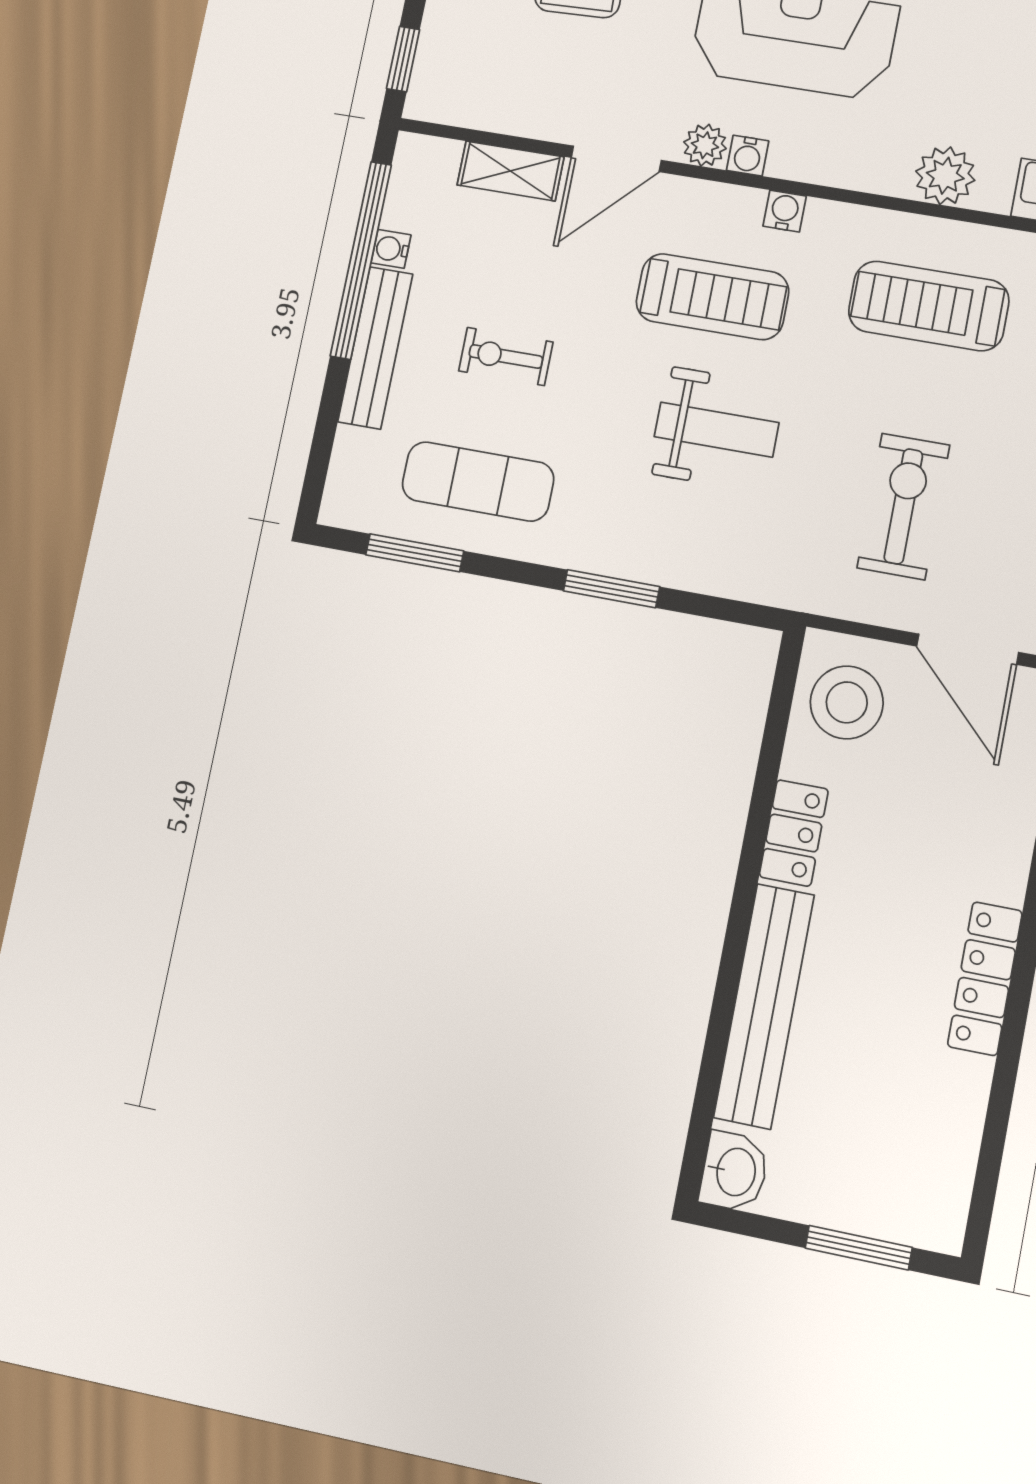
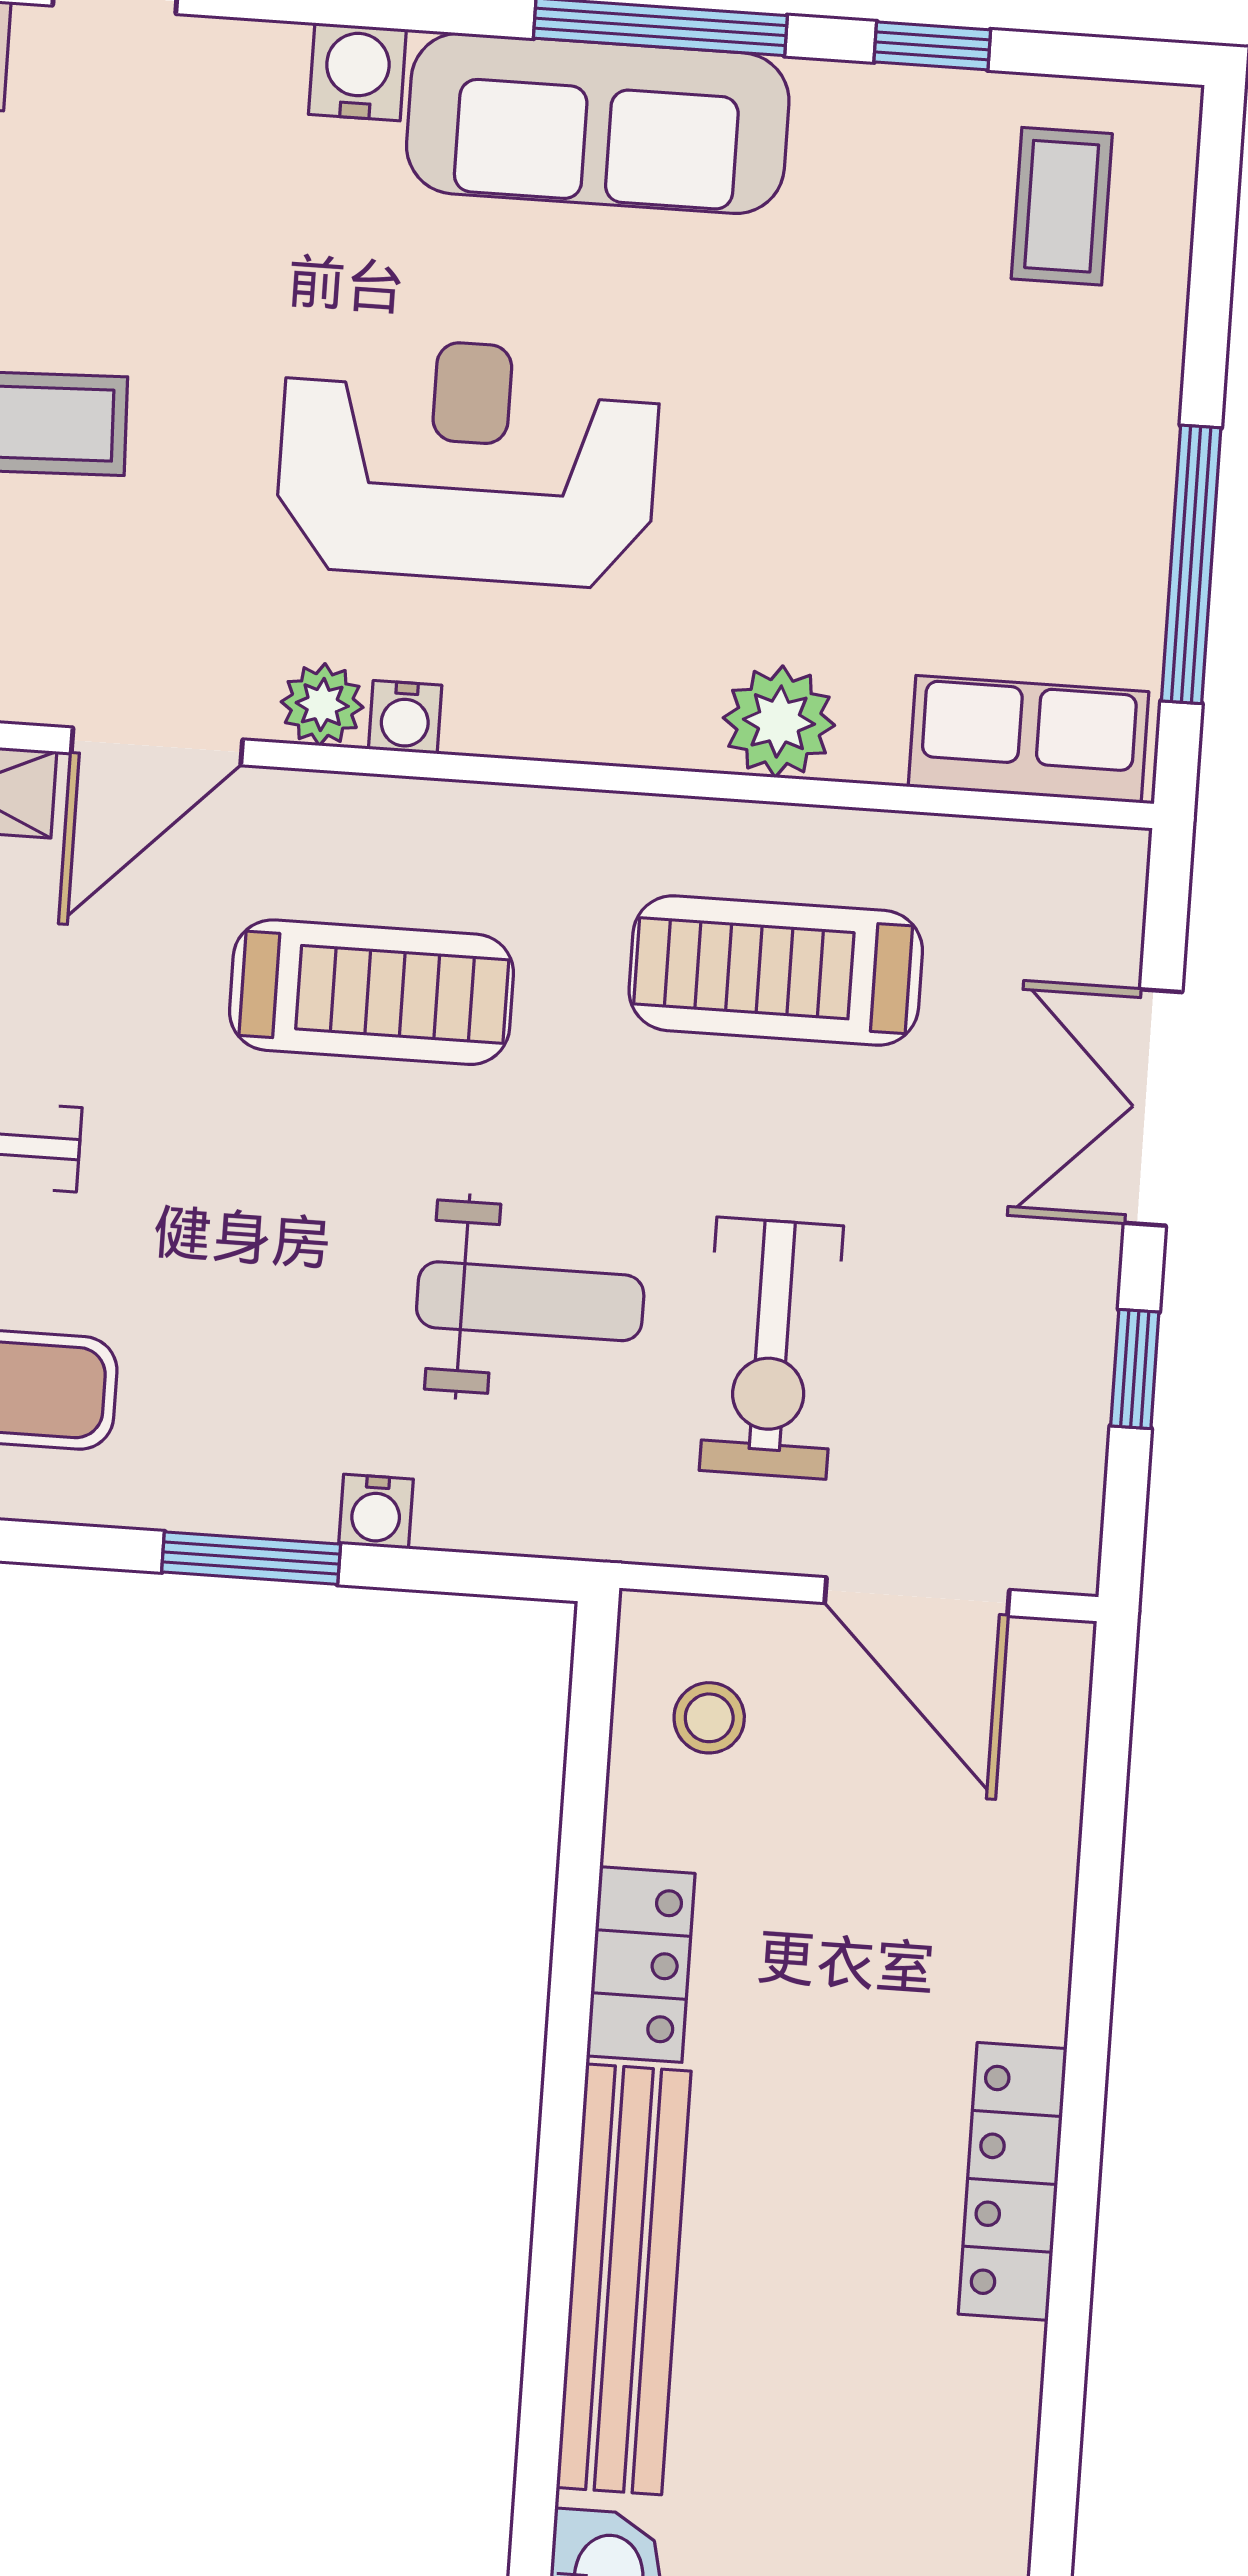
water cooler: (785, 211) -> (376, 1512), moved, turned 180
weight bench: (716, 430) -> (530, 1301), moved
exercise bike: (903, 506) -> (771, 1348), turned 180
stool: (847, 702) -> (709, 1718), width x0.53, depth x0.53

